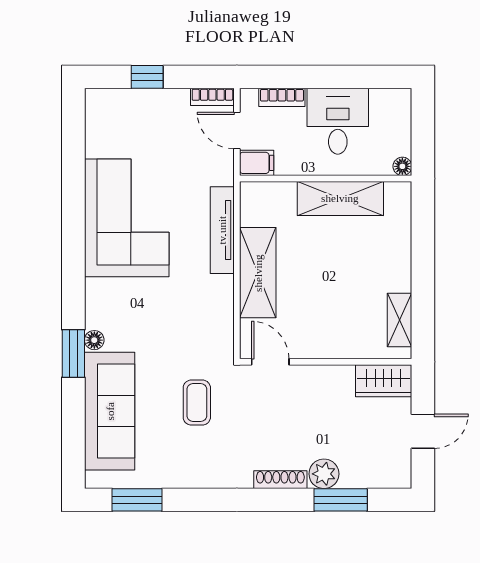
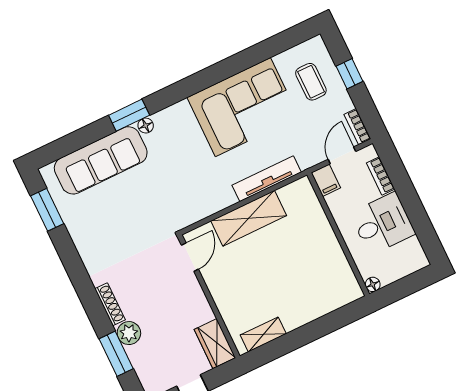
shelving: (340, 198) -> (329, 251), removed
coffee table: (197, 403) -> (311, 82), moved, turned 90

